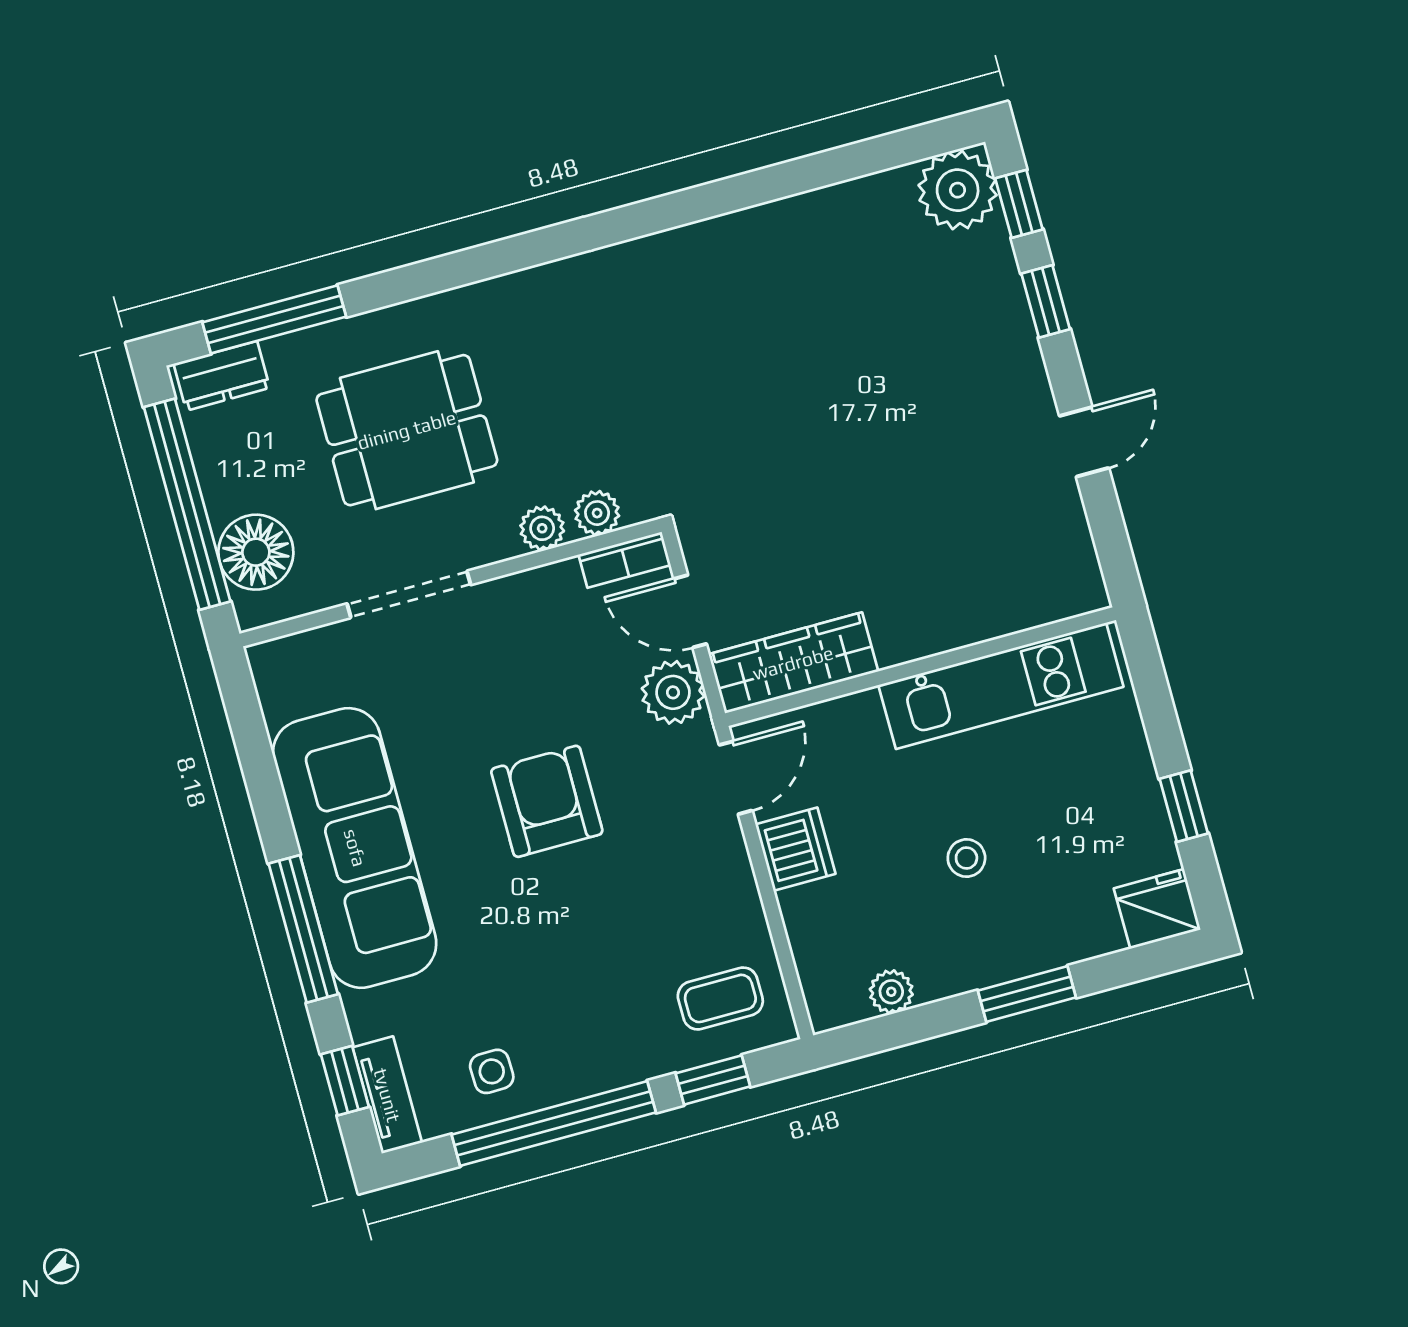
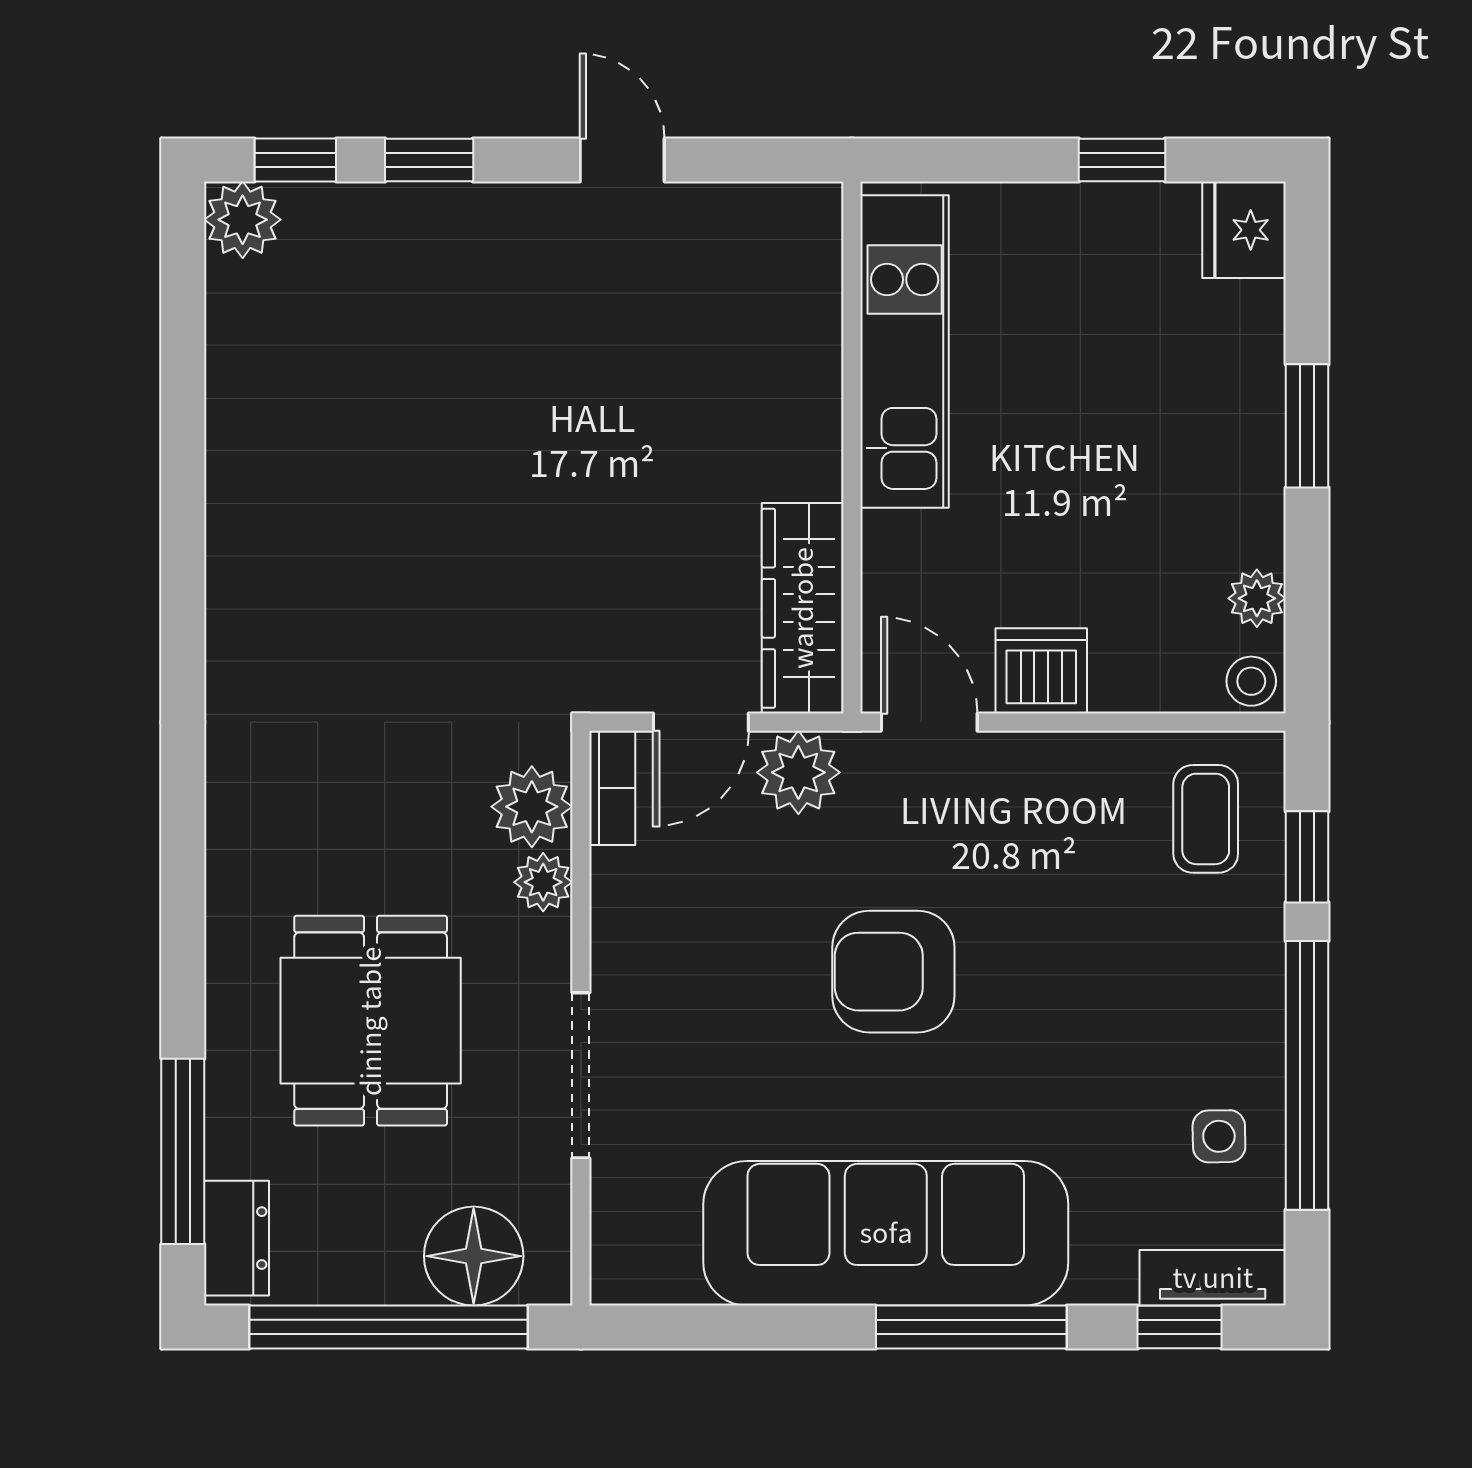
plant: (958, 190) -> (243, 220), width x0.73, depth x0.73
plant: (597, 513) -> (532, 807), width x1.38, depth x1.38
stool: (966, 858) -> (1251, 681), moved

